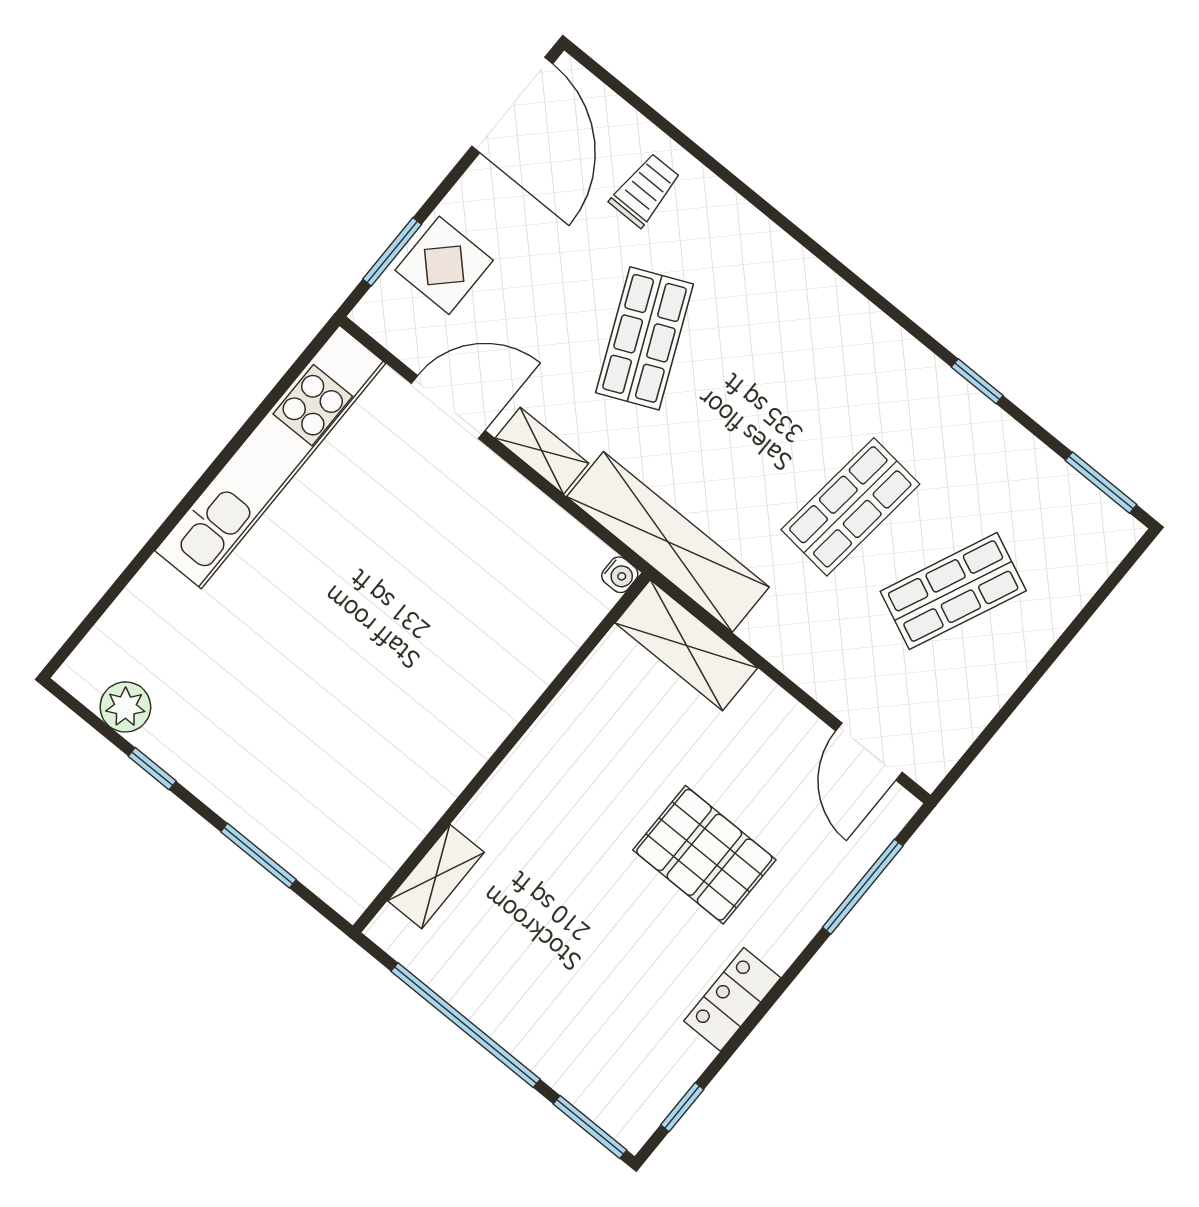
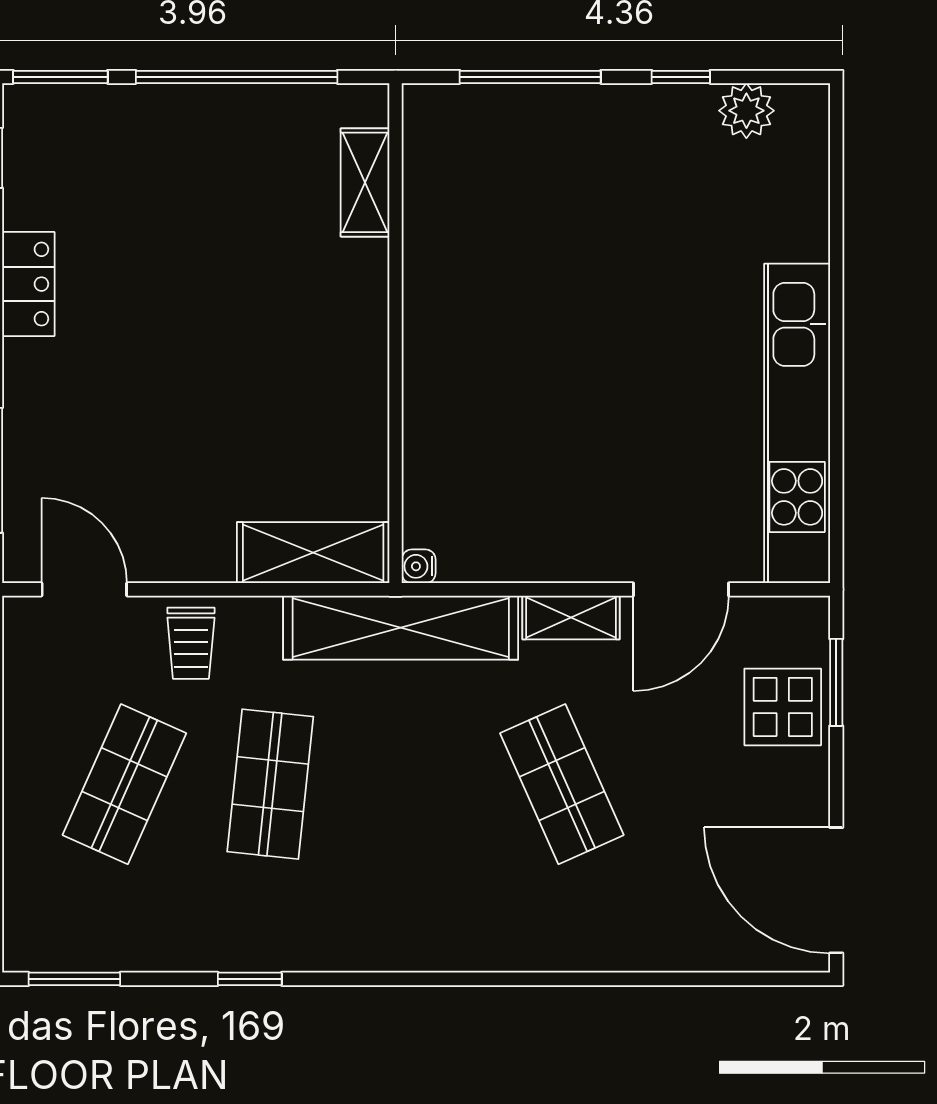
trolley: (645, 190) -> (191, 643), moved
pallet: (704, 855) -> (152, 387), removed
window: (258, 856) -> (530, 77), width x1.44

